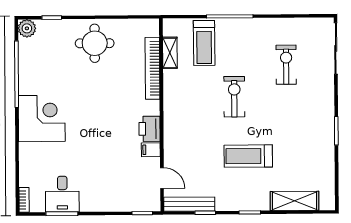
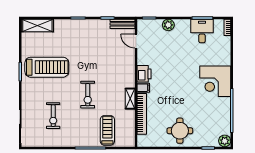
shelving: (170, 53) -> (130, 99), moved
filing cabinet: (151, 150) -> (143, 88), moved
treadmill: (248, 156) -> (47, 67), moved, width x1.37, depth x1.38
shelving: (294, 201) -> (37, 25), moved
plant: (113, 203) -> (168, 25), added
bench: (189, 204) -> (122, 24), width x0.73

